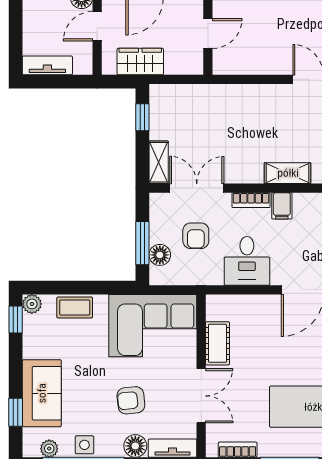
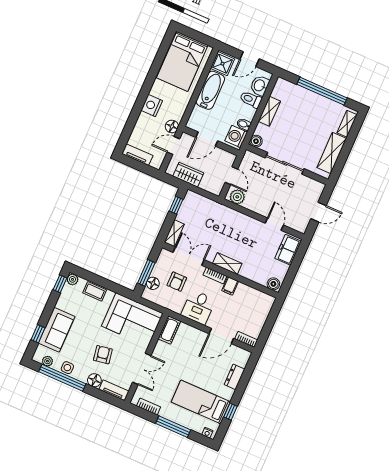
door: (208, 34) -> (231, 176), hinge flipped
plant: (232, 62) -> (237, 197), added
shelving: (288, 173) -> (227, 264), moved
cot: (217, 343) -> (169, 330), moved
armchair: (131, 400) -> (103, 355), turned 86

